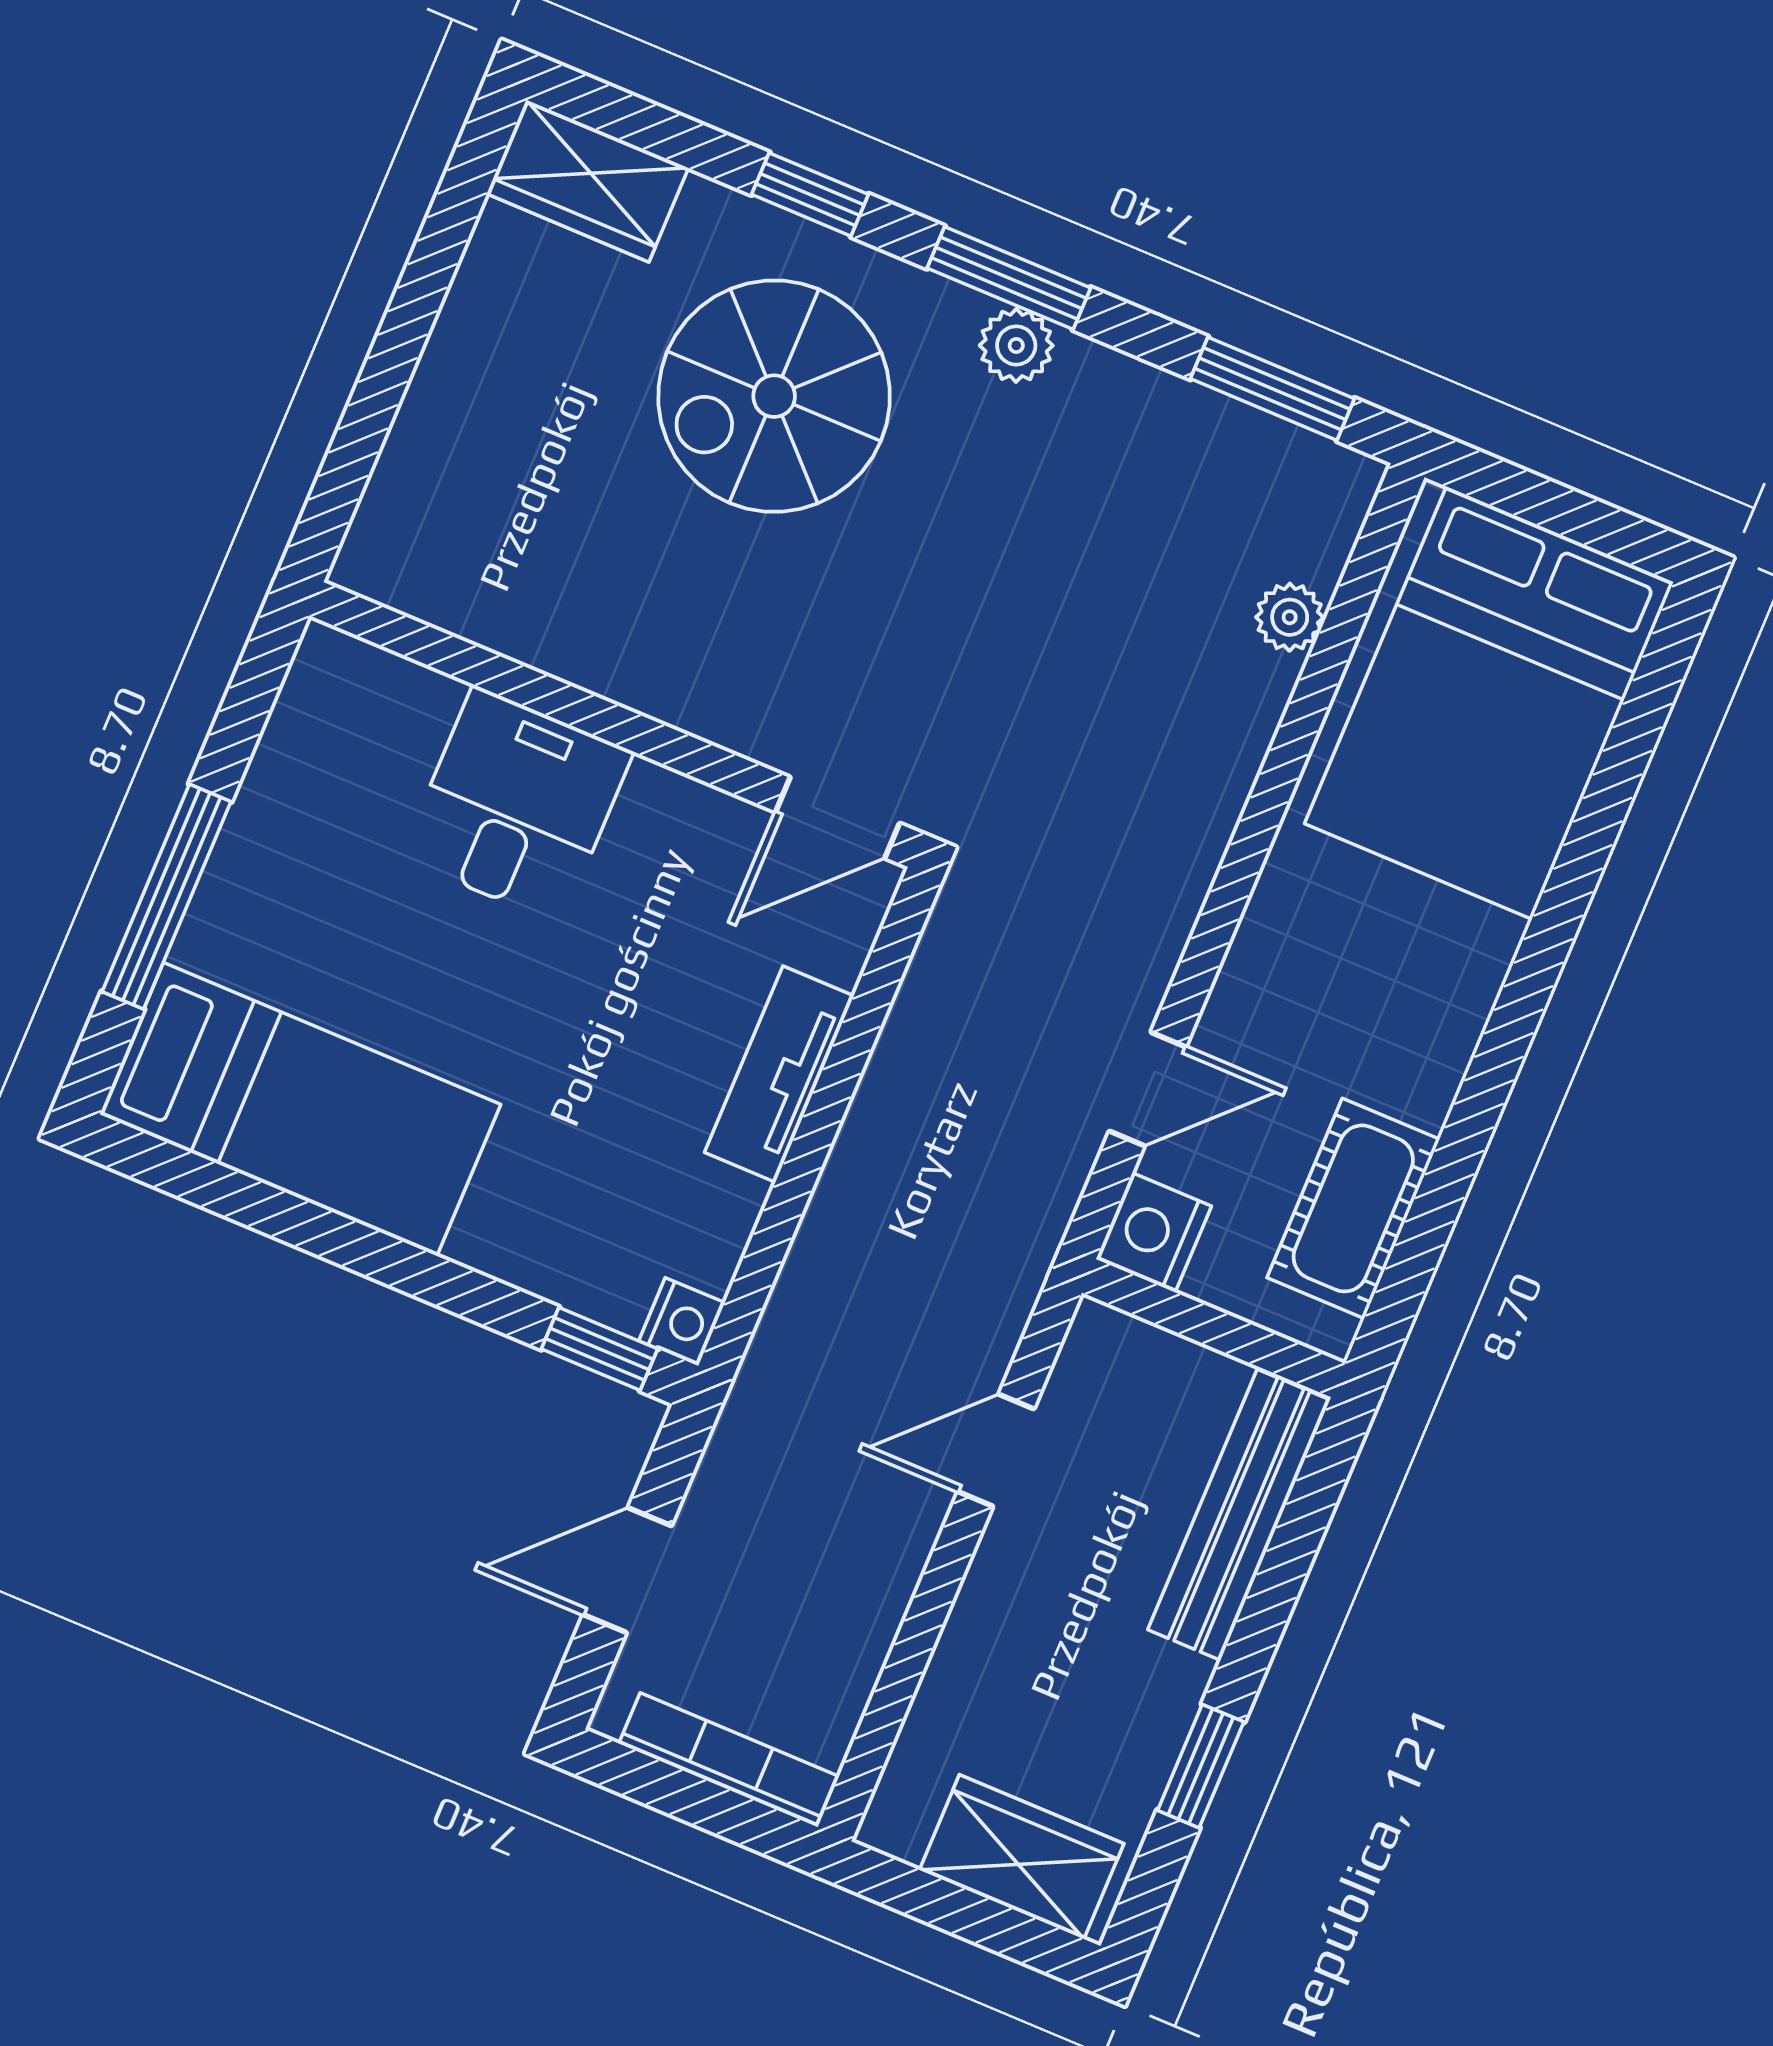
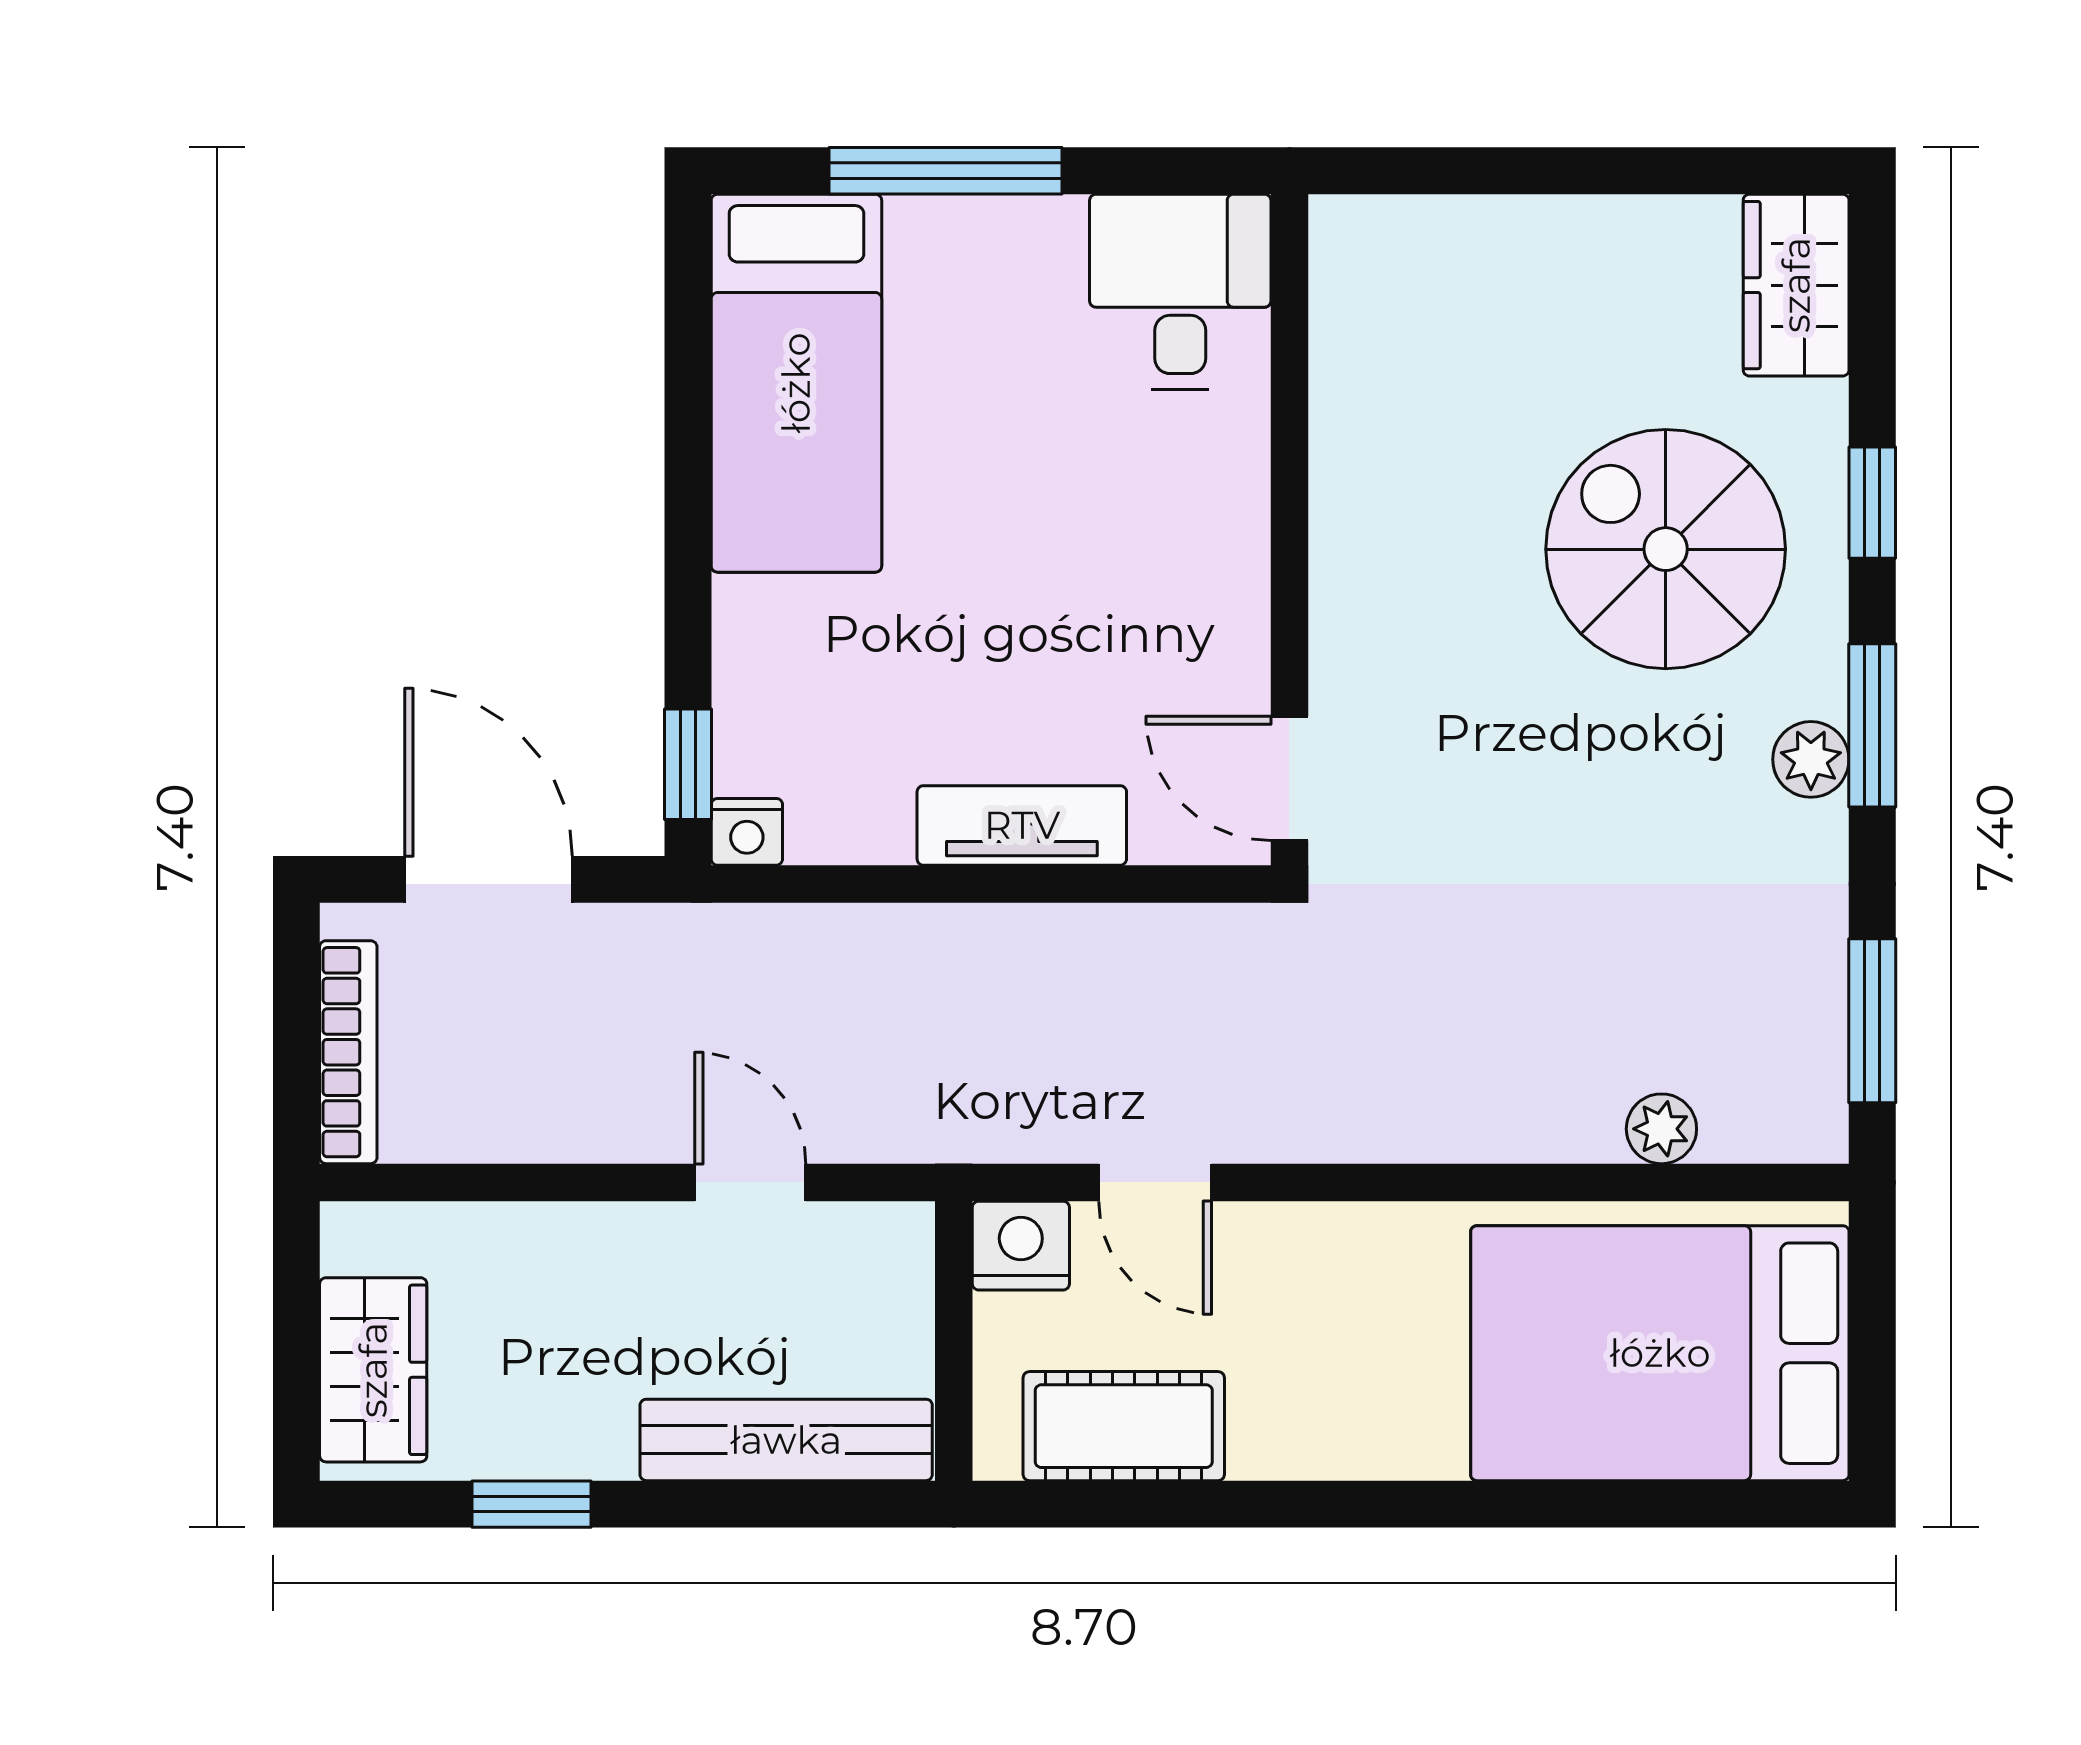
desk: (517, 805) -> (1180, 292), moved, turned -90
door: (627, 1570) -> (488, 879), width x1.38

